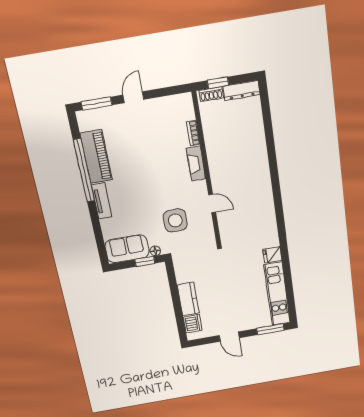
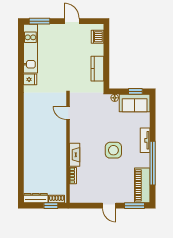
door: (133, 97) -> (109, 206), hinge flipped
piano: (96, 157) -> (142, 185), moved
door: (212, 203) -> (68, 113), moved
side table: (175, 220) -> (113, 150), moved
window: (145, 261) -> (135, 91), moved
kitchen counter: (188, 299) -> (97, 69), moved

